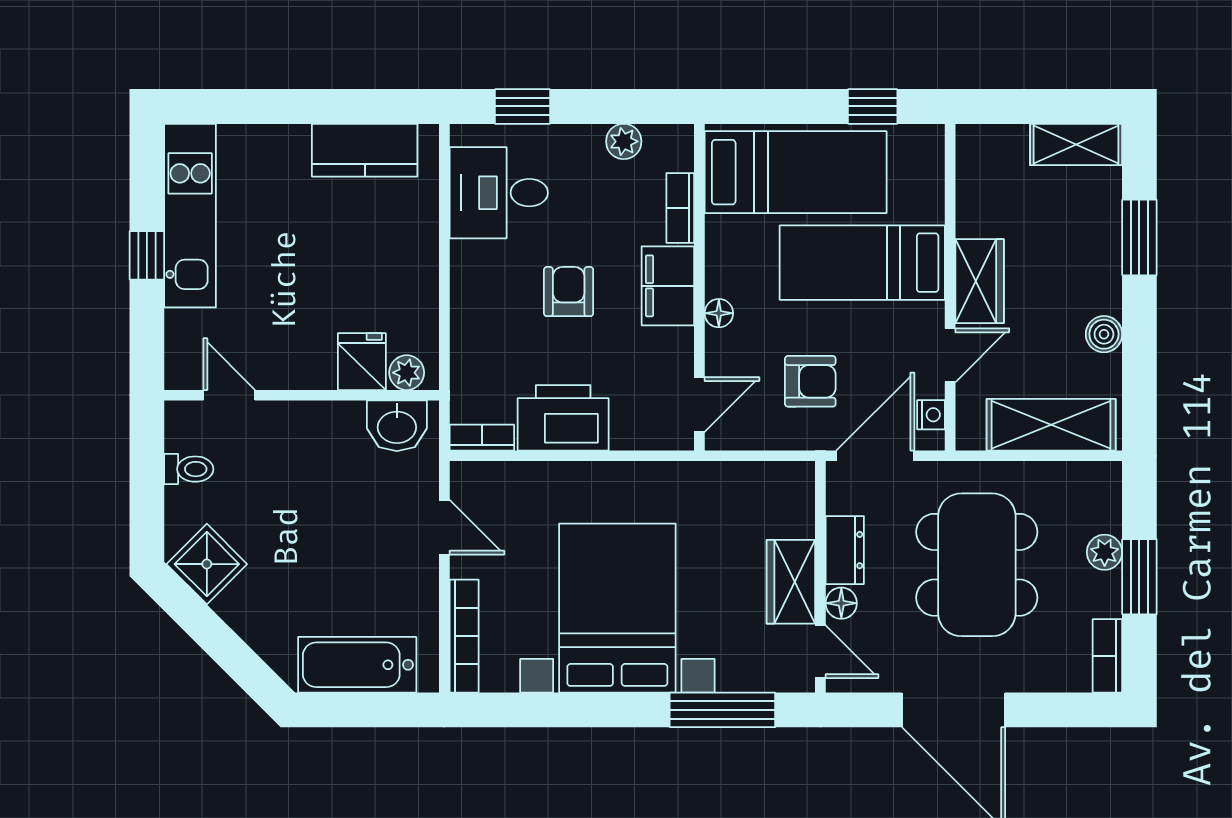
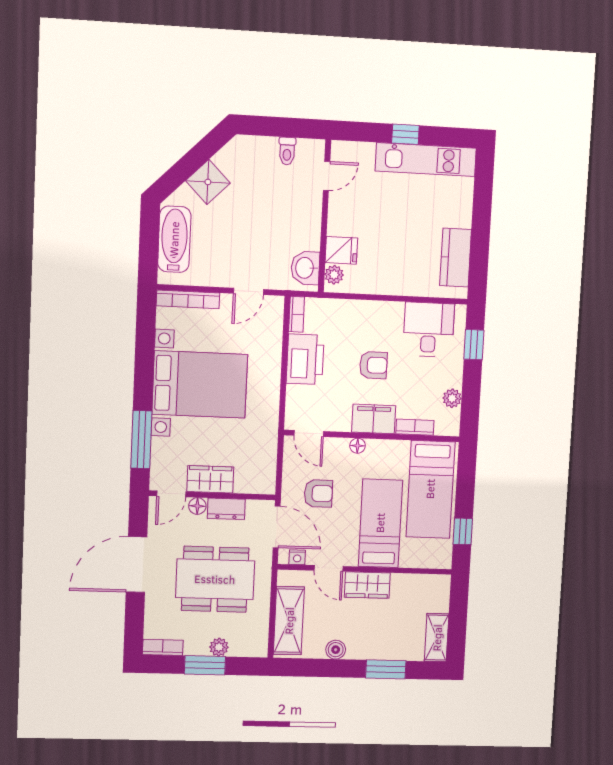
armchair: (810, 381) -> (318, 493), turned -90
shower: (207, 564) -> (208, 182), moved

